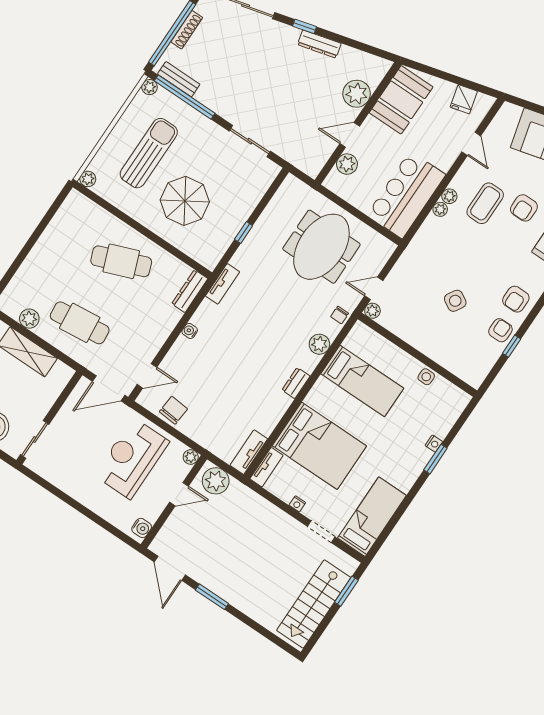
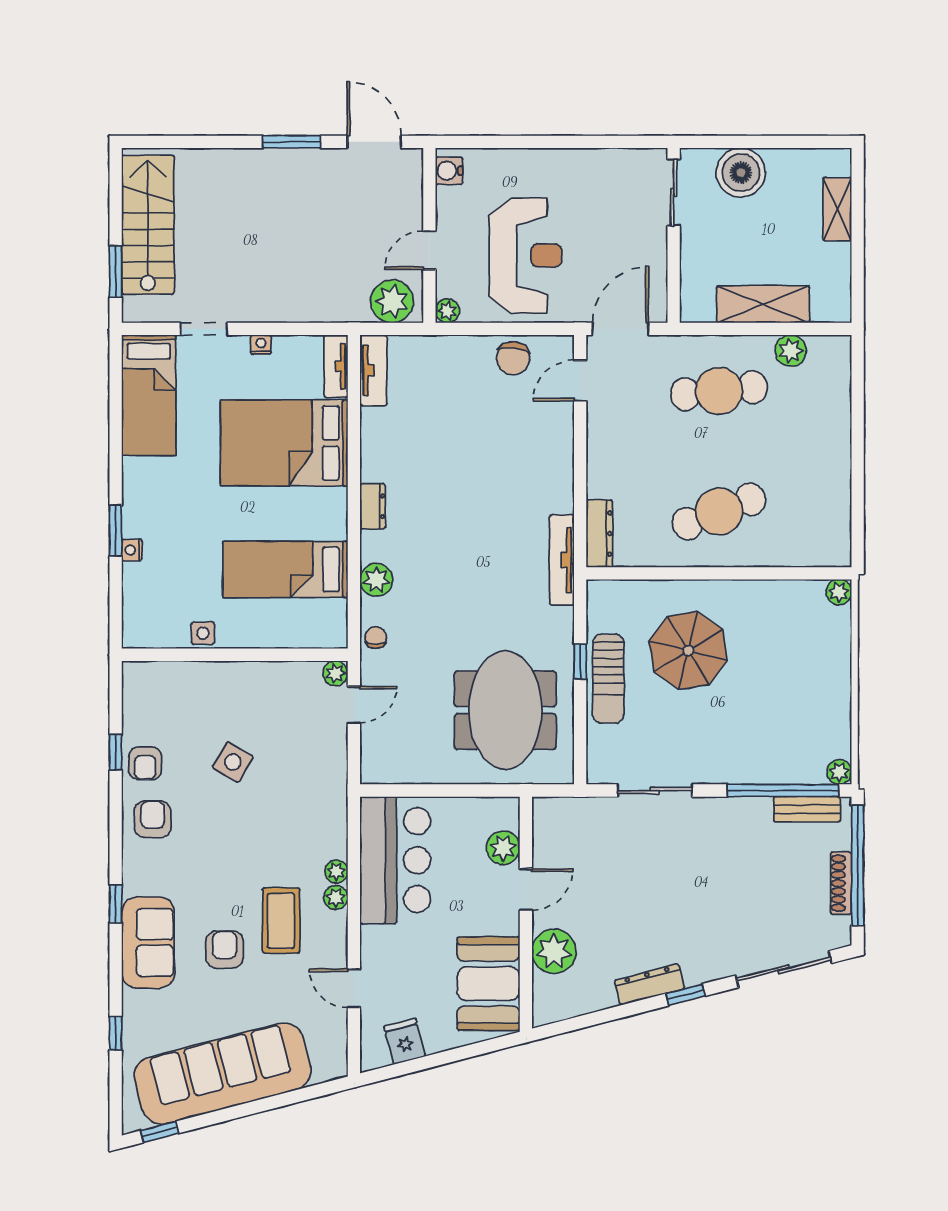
sun lounger: (149, 153) -> (608, 679), moved, width x0.73, depth x0.75
meeting table: (321, 247) -> (505, 710), moved
tv unit: (223, 284) -> (562, 560), width x1.41
water cooler: (190, 331) -> (563, 480), removed

